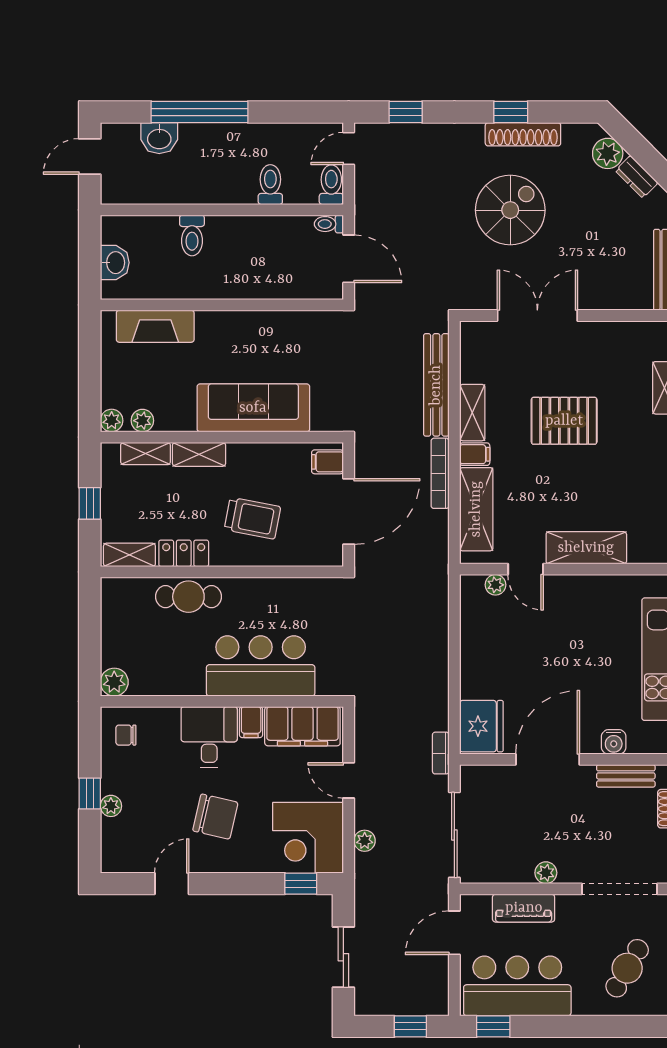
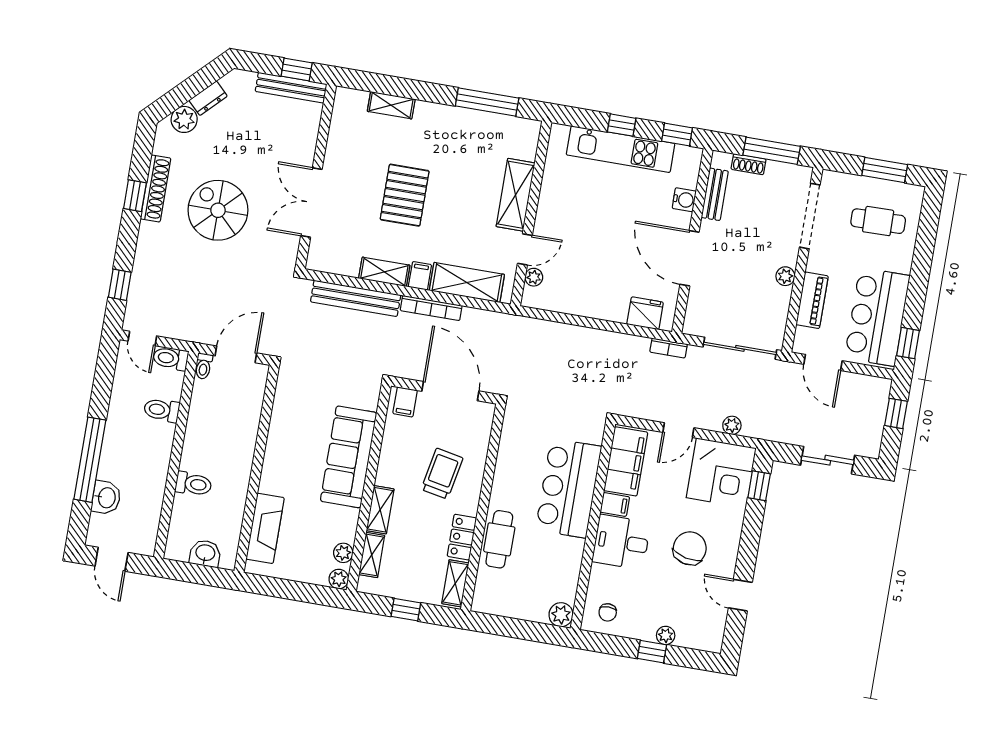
fridge: (481, 726) -> (645, 313), width x0.73, depth x0.75
cafe table: (627, 968) -> (878, 221), turned -31

